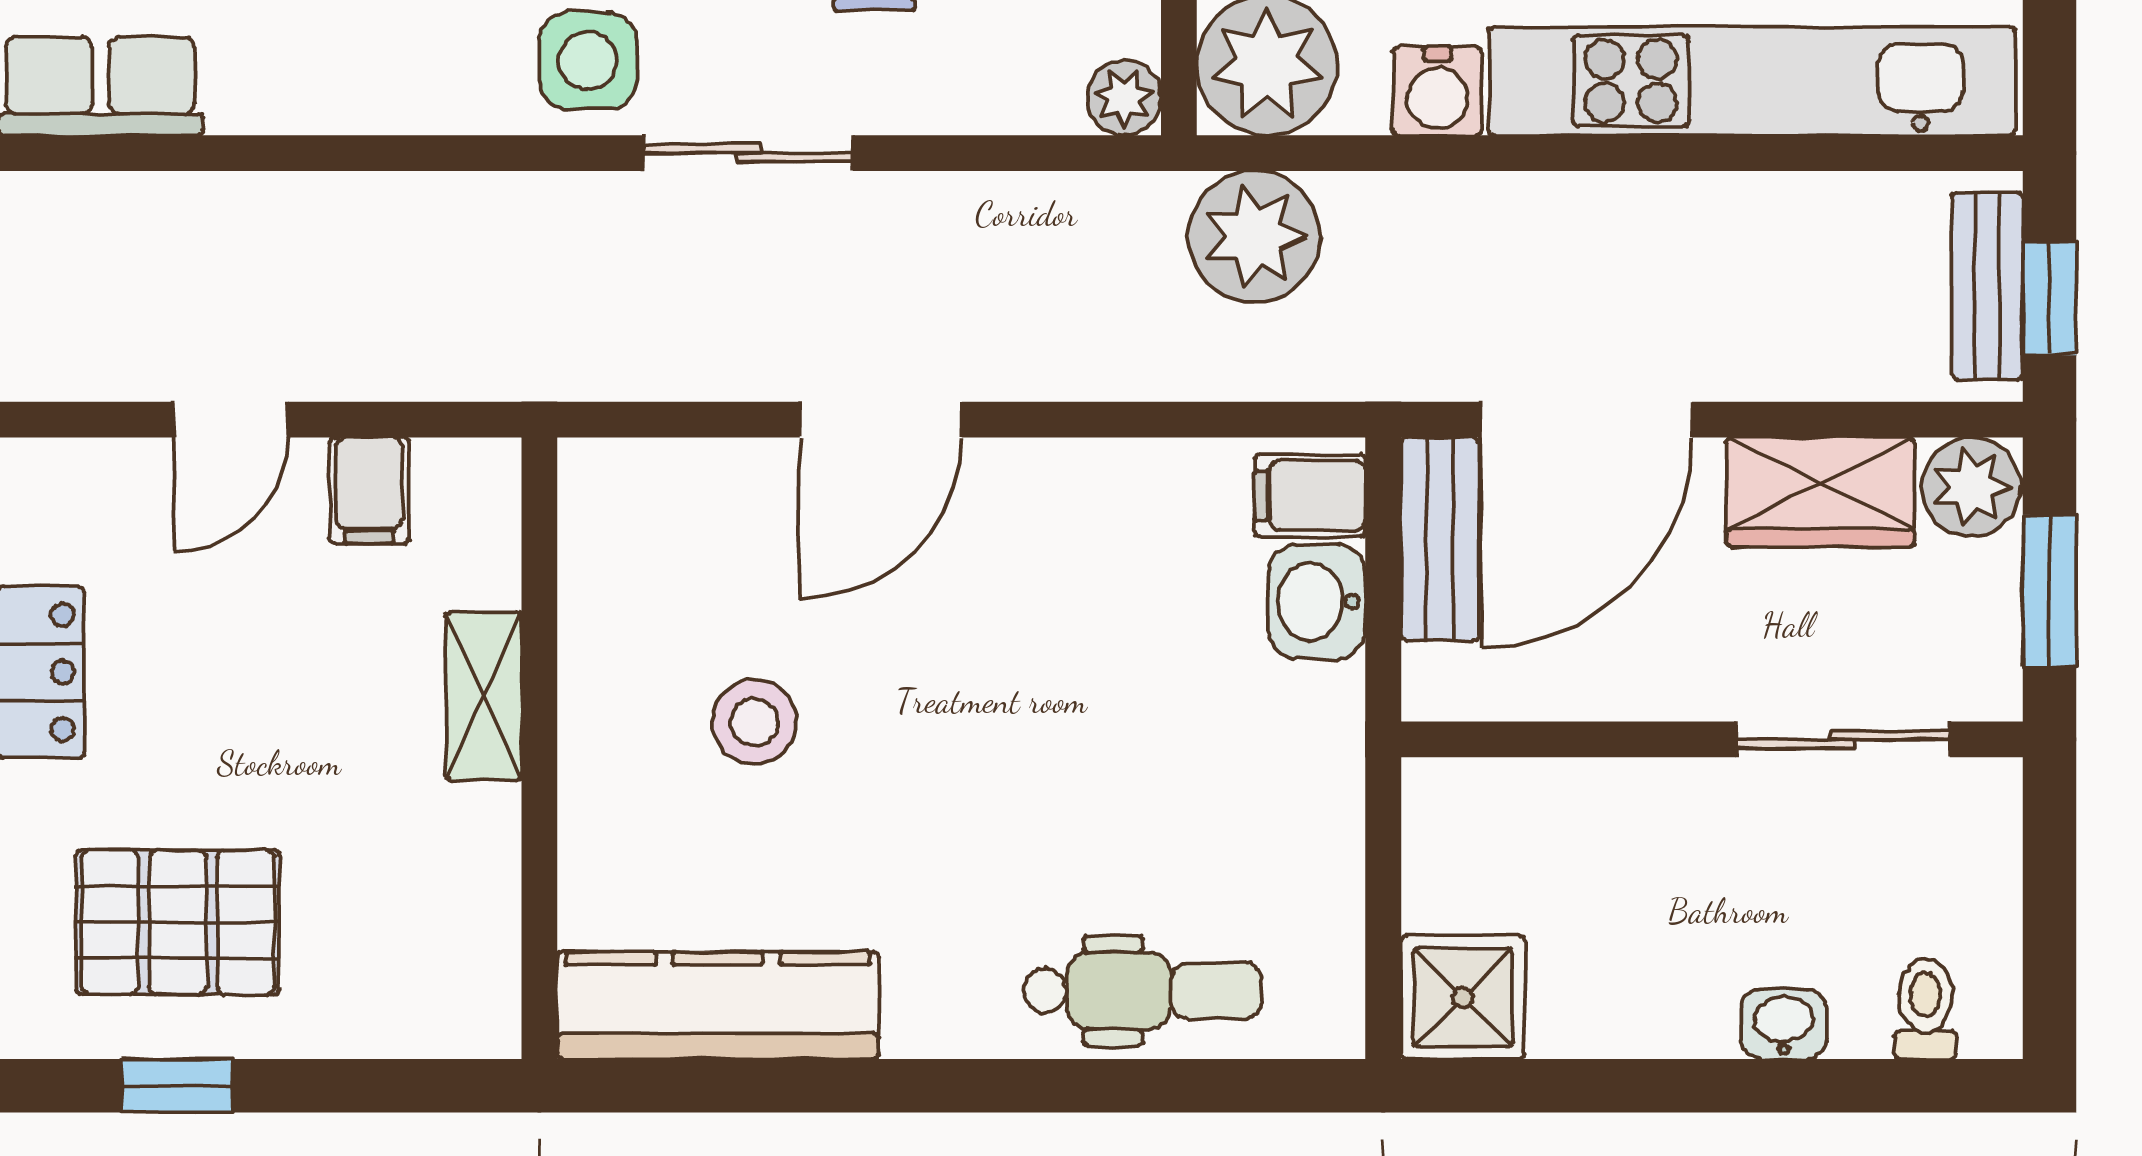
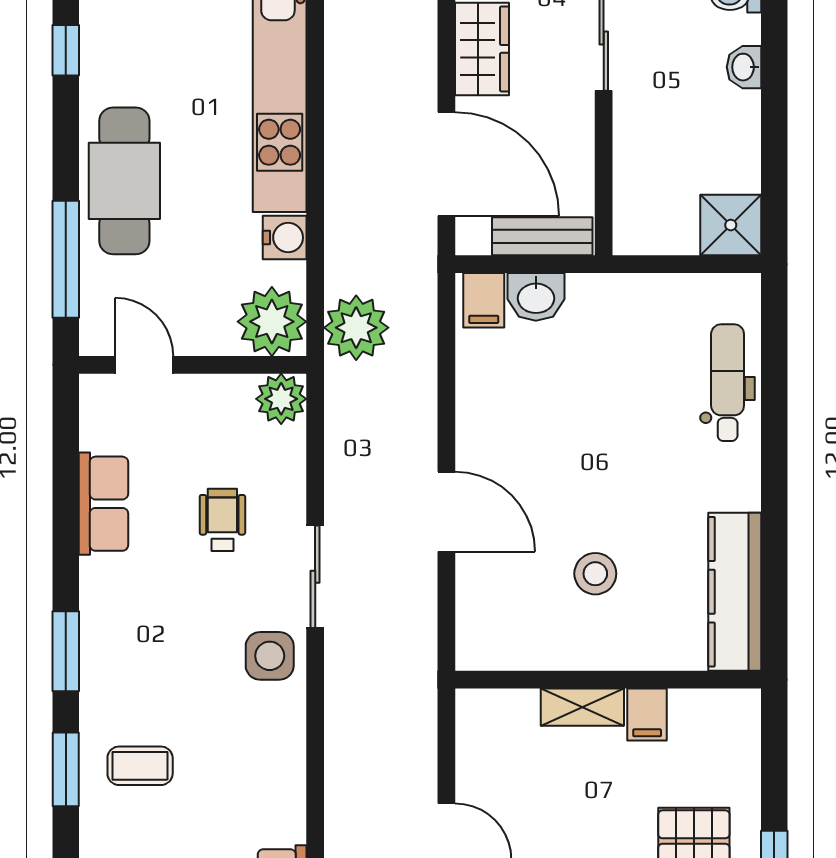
plant: (1124, 98) -> (281, 399), width x1.38, depth x1.38
filing cabinet: (369, 490) -> (647, 715), moved, turned 90
bench: (1440, 539) -> (542, 236), moved

